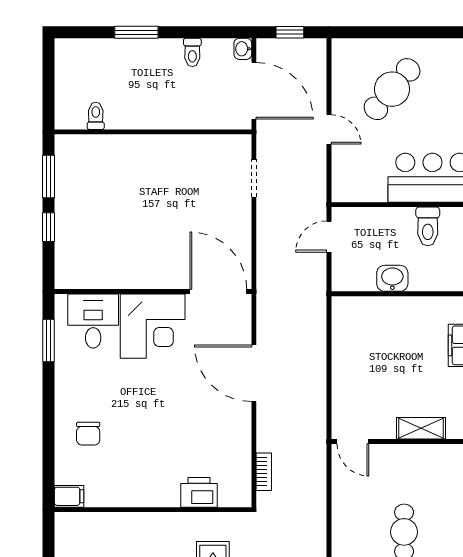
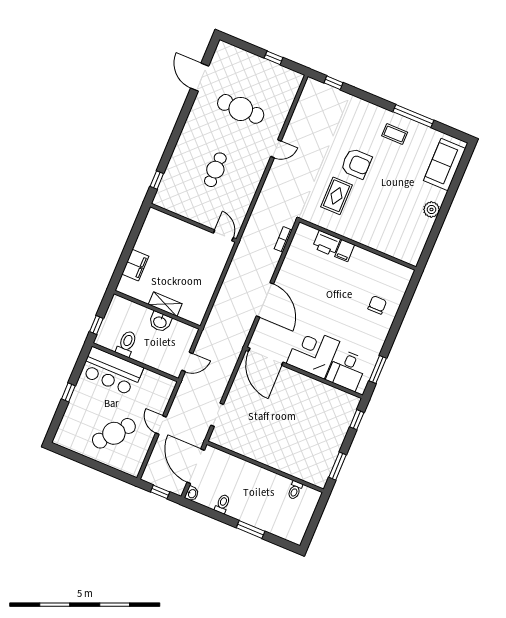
window: (49, 227) -> (357, 420), moved
shelving: (421, 428) -> (165, 304), moved
filing cabinet: (69, 496) -> (345, 251), moved, turned -90

